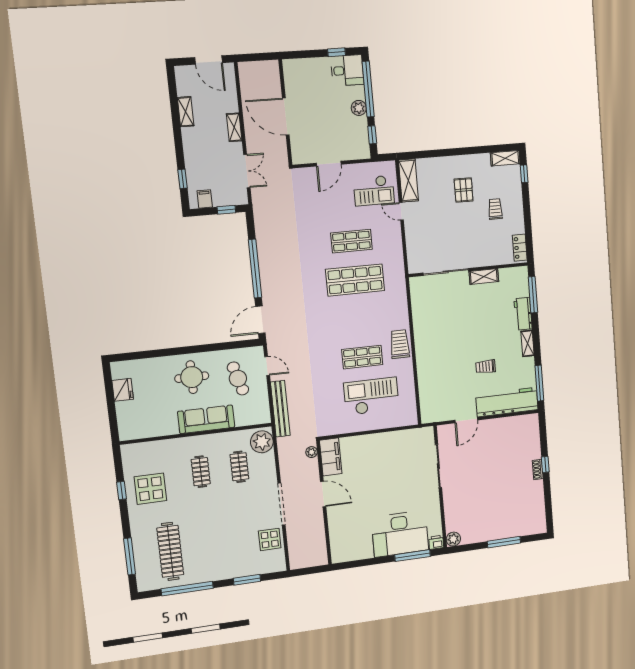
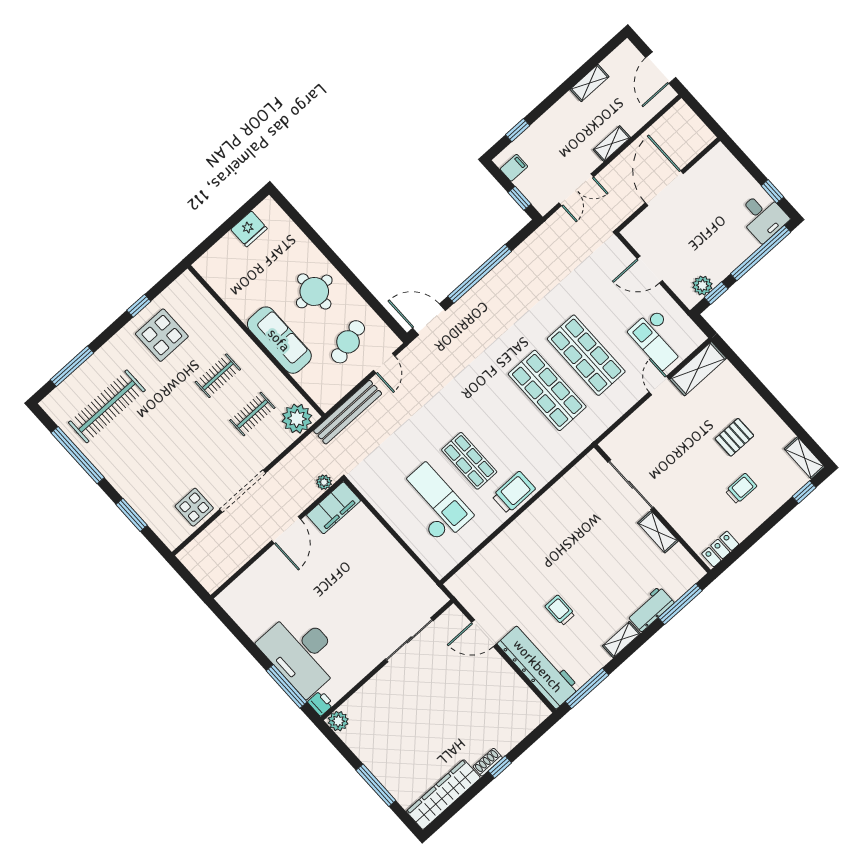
plant: (359, 108) -> (702, 286), moved
shop shelf: (351, 241) -> (586, 355), width x1.43, depth x1.36
wardrobe: (537, 507) -> (443, 795), added

